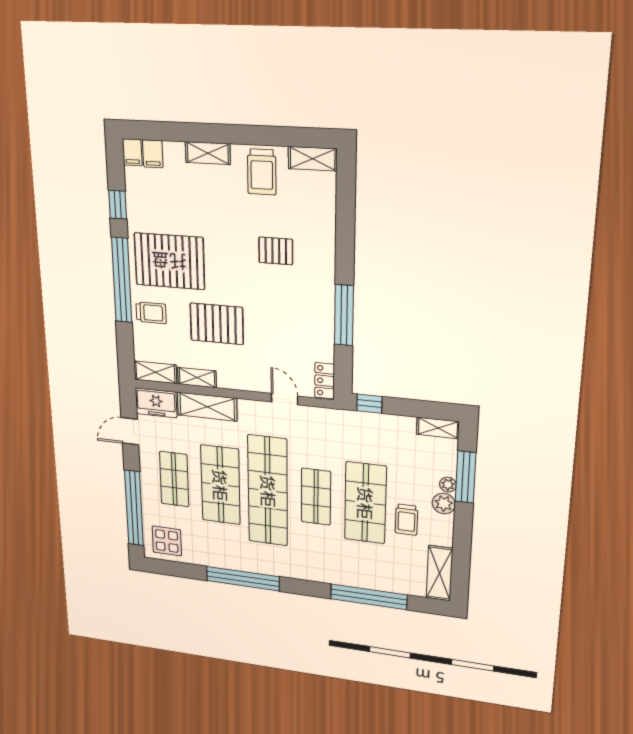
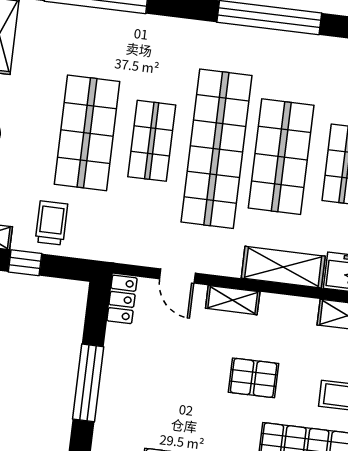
pallet: (217, 324) -> (254, 378), width x0.67, depth x0.71
shelving: (197, 378) -> (233, 300), moved
window: (369, 404) -> (25, 263), moved
trolley: (406, 520) -> (51, 223), moved

